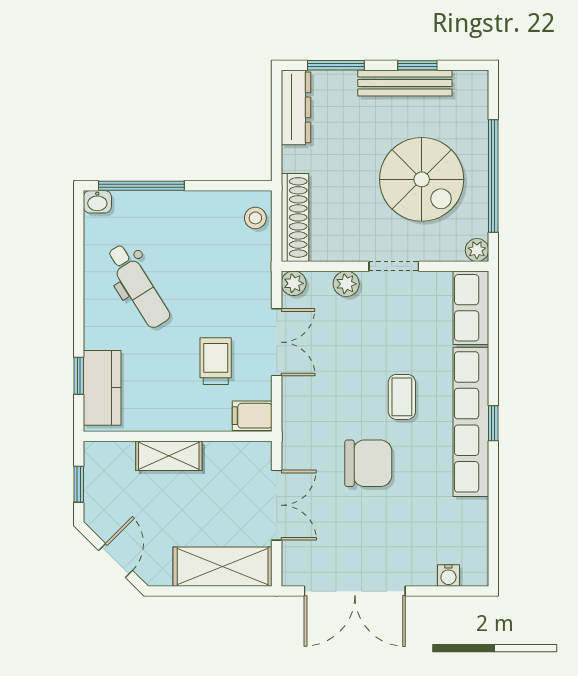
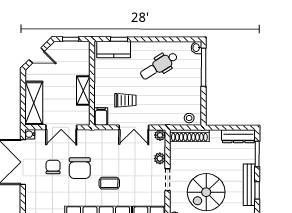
shelving: (169, 456) -> (83, 91), moved
chair: (366, 523) -> (53, 167), added
water cooler: (448, 575) -> (30, 134), moved

